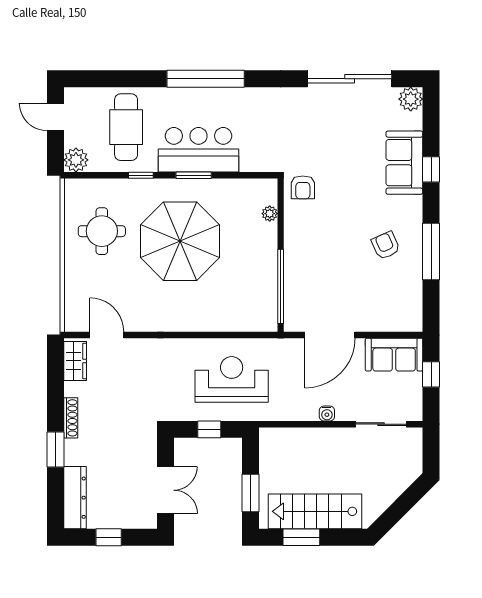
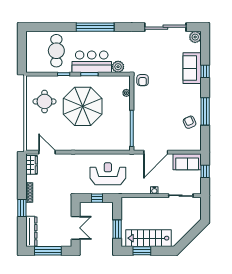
door: (56, 117) -> (22, 46), removed
plant: (76, 160) -> (118, 67), moved
armchair: (386, 245) -> (190, 122), moved
window: (109, 537) -> (48, 251), width x2.17

